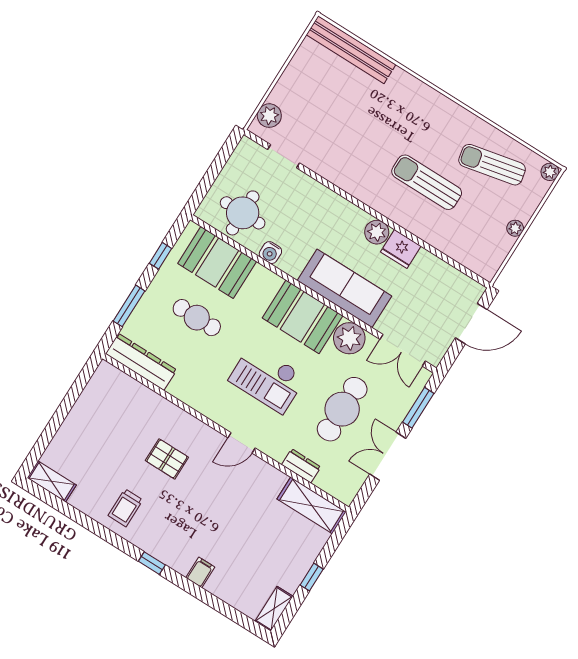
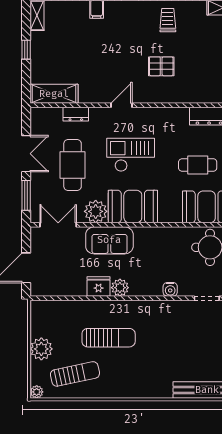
plant: (515, 228) -> (41, 349), width x1.88, depth x1.88
water cooler: (270, 253) -> (170, 289), moved, turned 180
sofa: (344, 288) -> (109, 240), width x0.73

